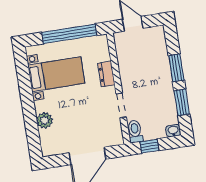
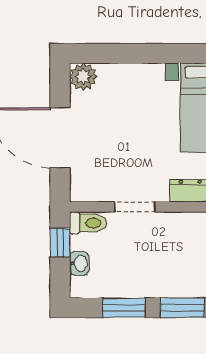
plant: (45, 120) -> (83, 77), moved
washbasin: (173, 131) -> (79, 263), moved

